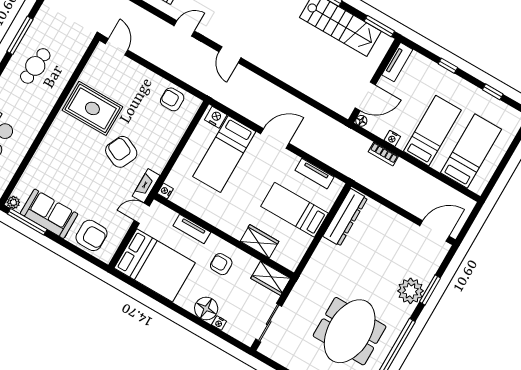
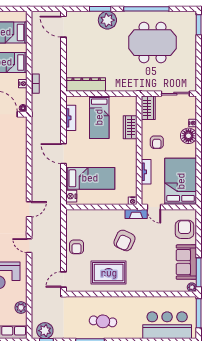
armchair: (172, 99) -> (77, 247), moved
rug: (92, 108) -> (109, 273), turned 90

